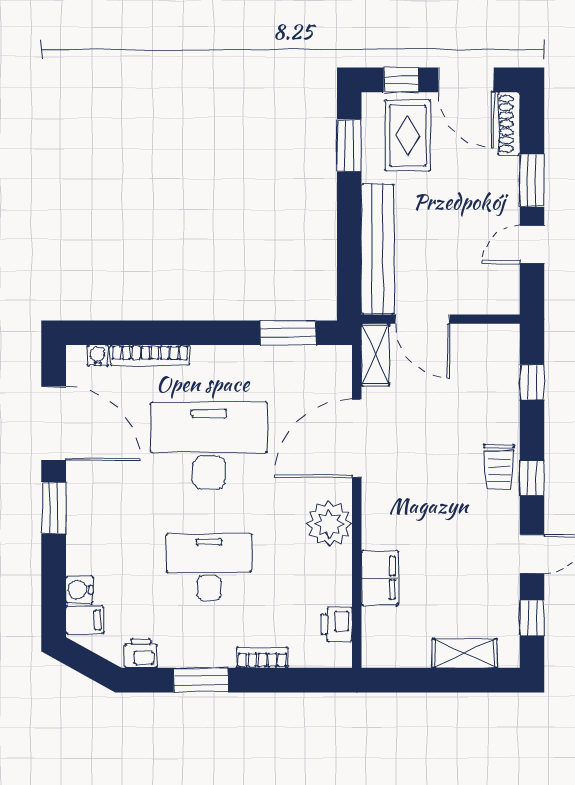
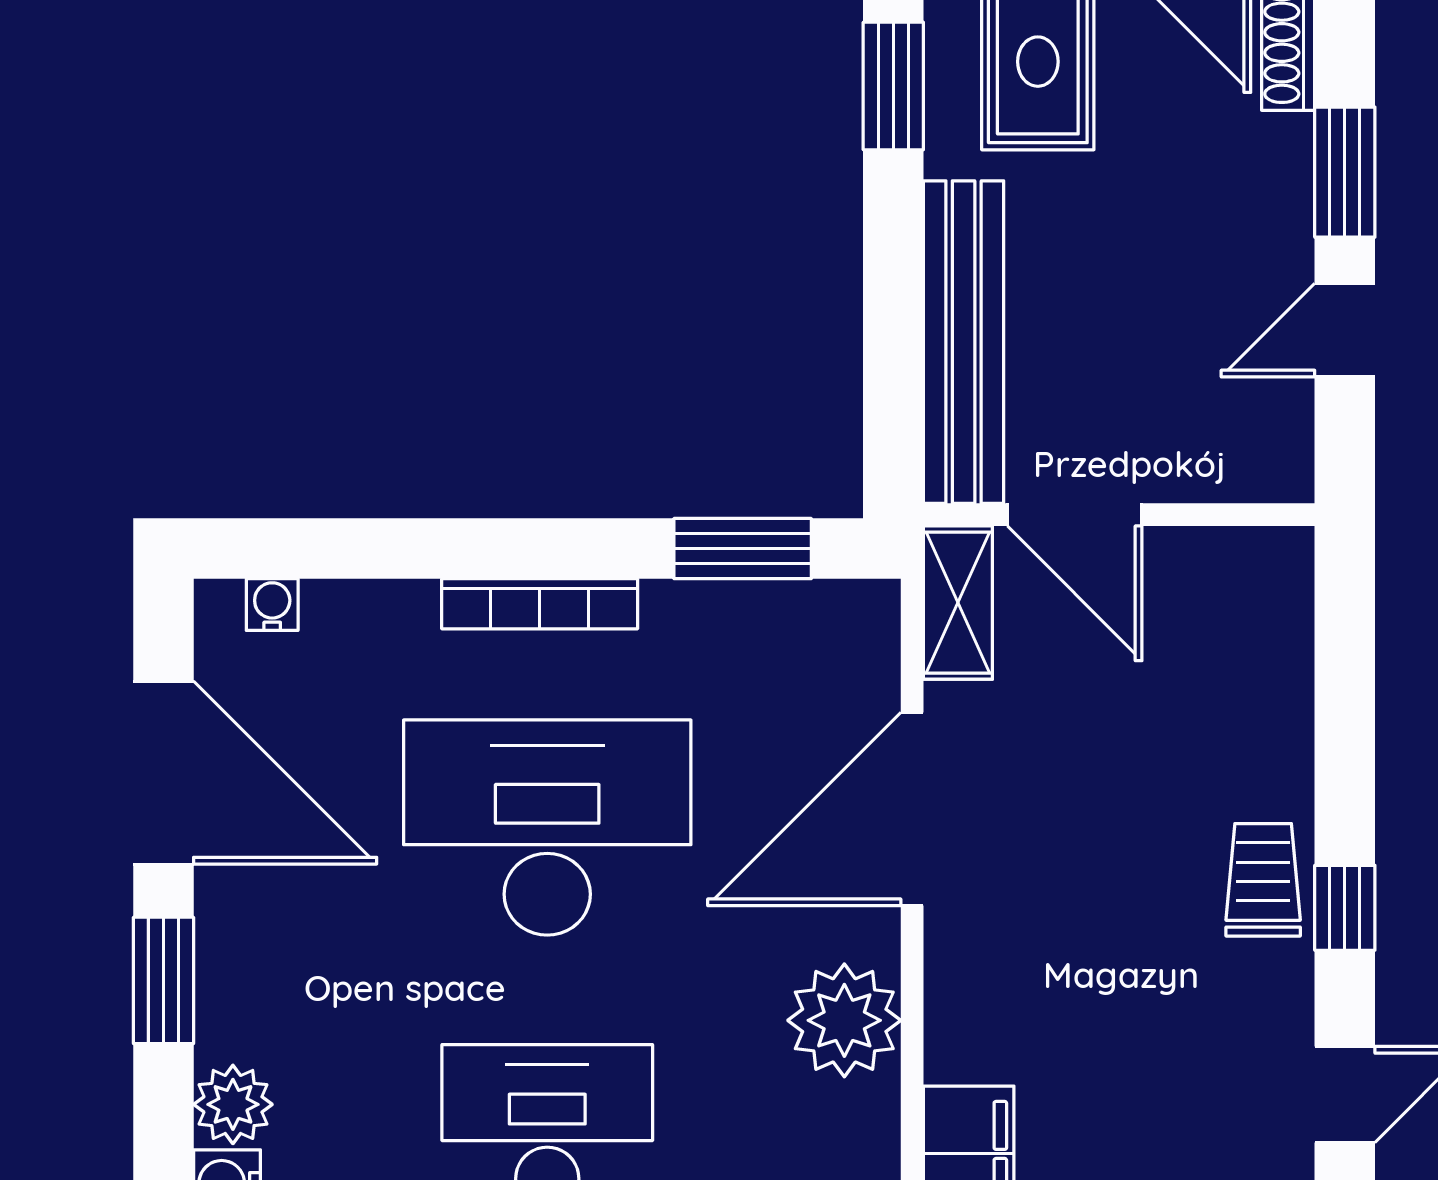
bookcase: (150, 355) -> (540, 604), moved
window: (532, 382) -> (1345, 671), removed
trolley: (499, 467) -> (1263, 880), turned 180
plant: (82, 558) -> (233, 1104), added

